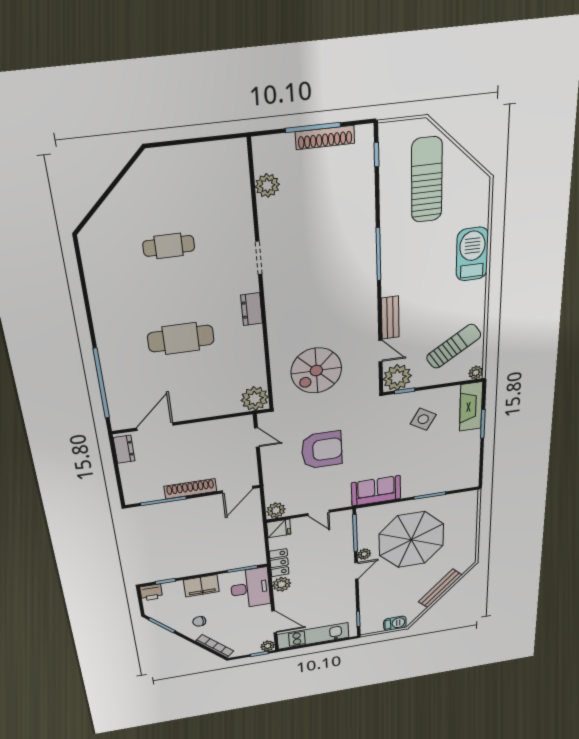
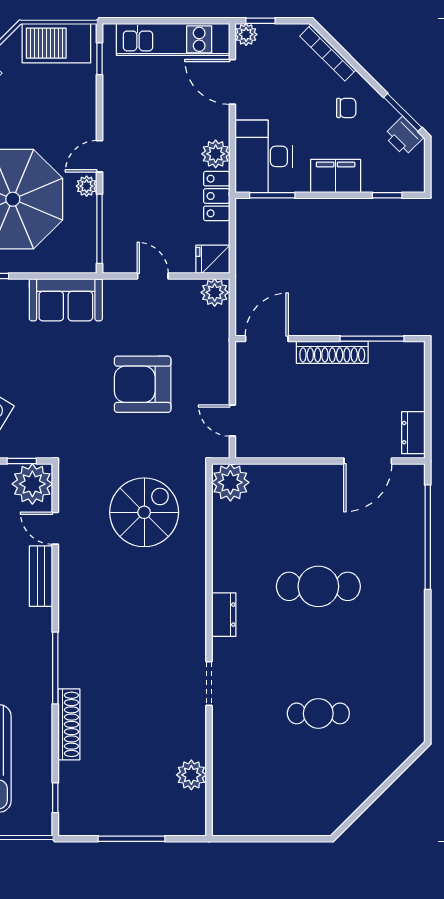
shoe rack: (325, 138) -> (69, 724), moved, turned 90
printer: (151, 592) -> (404, 136), moved, turned -135
barbecue: (395, 623) -> (56, 43), width x1.88, depth x1.53

